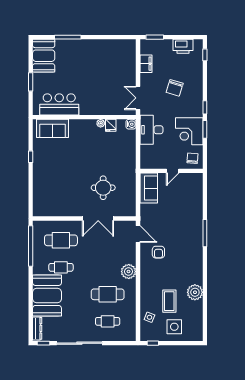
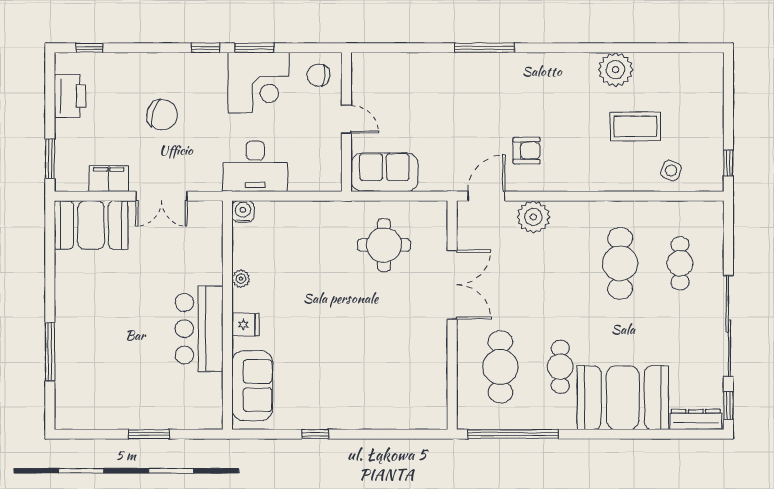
booth: (44, 56) -> (91, 225), moved
double door: (138, 98) -> (161, 196), moved
bar counter: (59, 104) -> (199, 329), moved
fridge: (111, 125) -> (245, 325), moved
round table: (103, 188) -> (384, 245), moved
plant: (129, 272) -> (533, 217), moved
side table: (174, 327) -> (692, 115), removed

